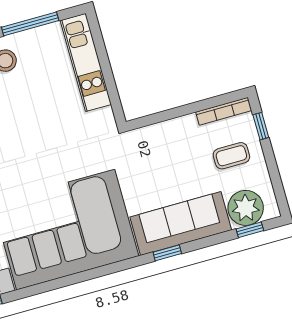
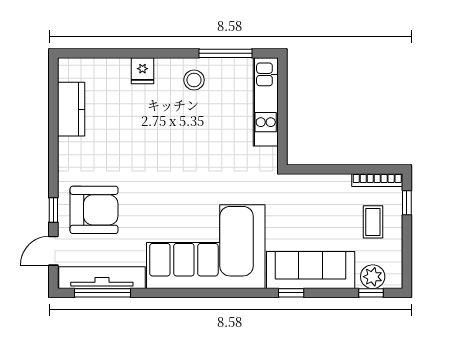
coffee table: (231, 156) -> (373, 222), turned 90
plant: (246, 208) -> (373, 277), width x0.73, depth x0.73

